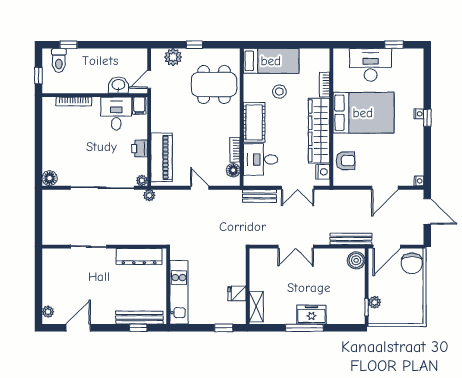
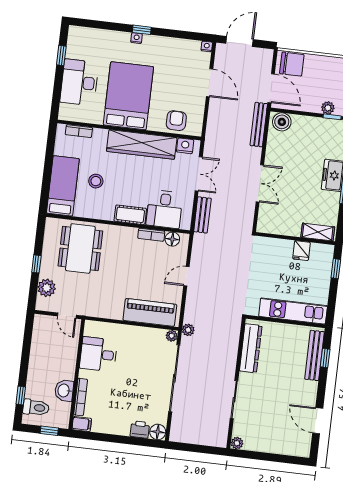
washbasin: (118, 85) -> (64, 391), moved
bookcase: (325, 85) -> (79, 131), moved
filing cabinet: (139, 106) -> (82, 424), moved
cot: (254, 122) -> (130, 215), width x0.73, depth x0.75
printer: (140, 148) -> (140, 430), moved, turned 180
plant: (48, 312) -> (237, 443), moved

